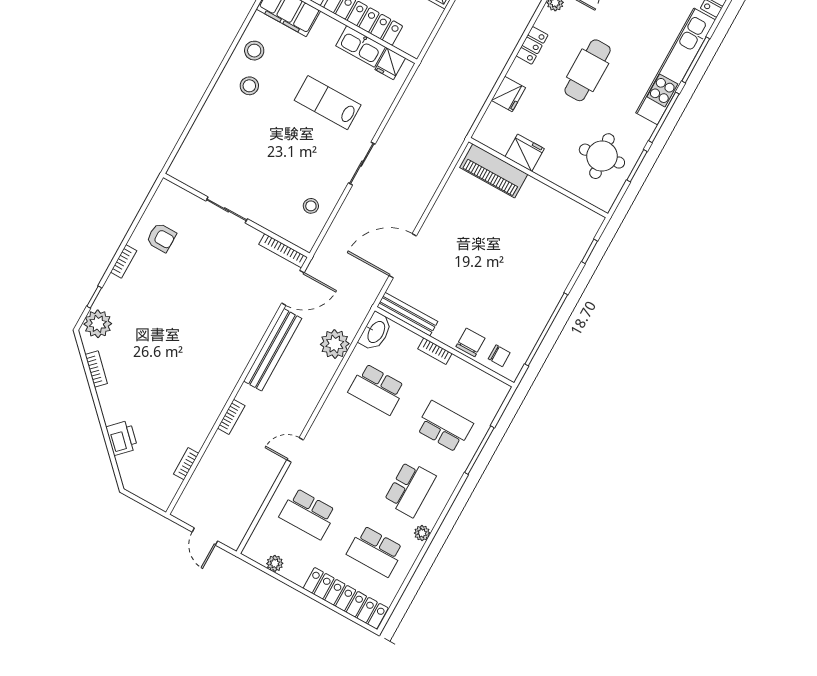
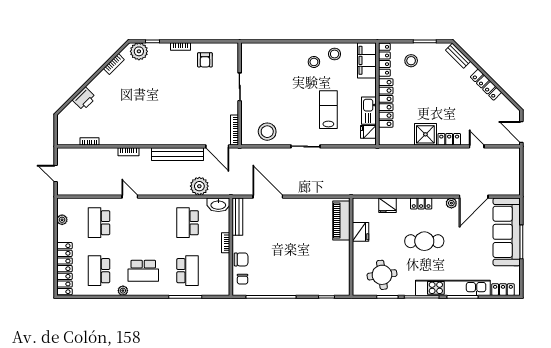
stool: (311, 206) -> (267, 132), width x1.89, depth x1.89
door: (205, 536) -> (56, 174), hinge flipped

